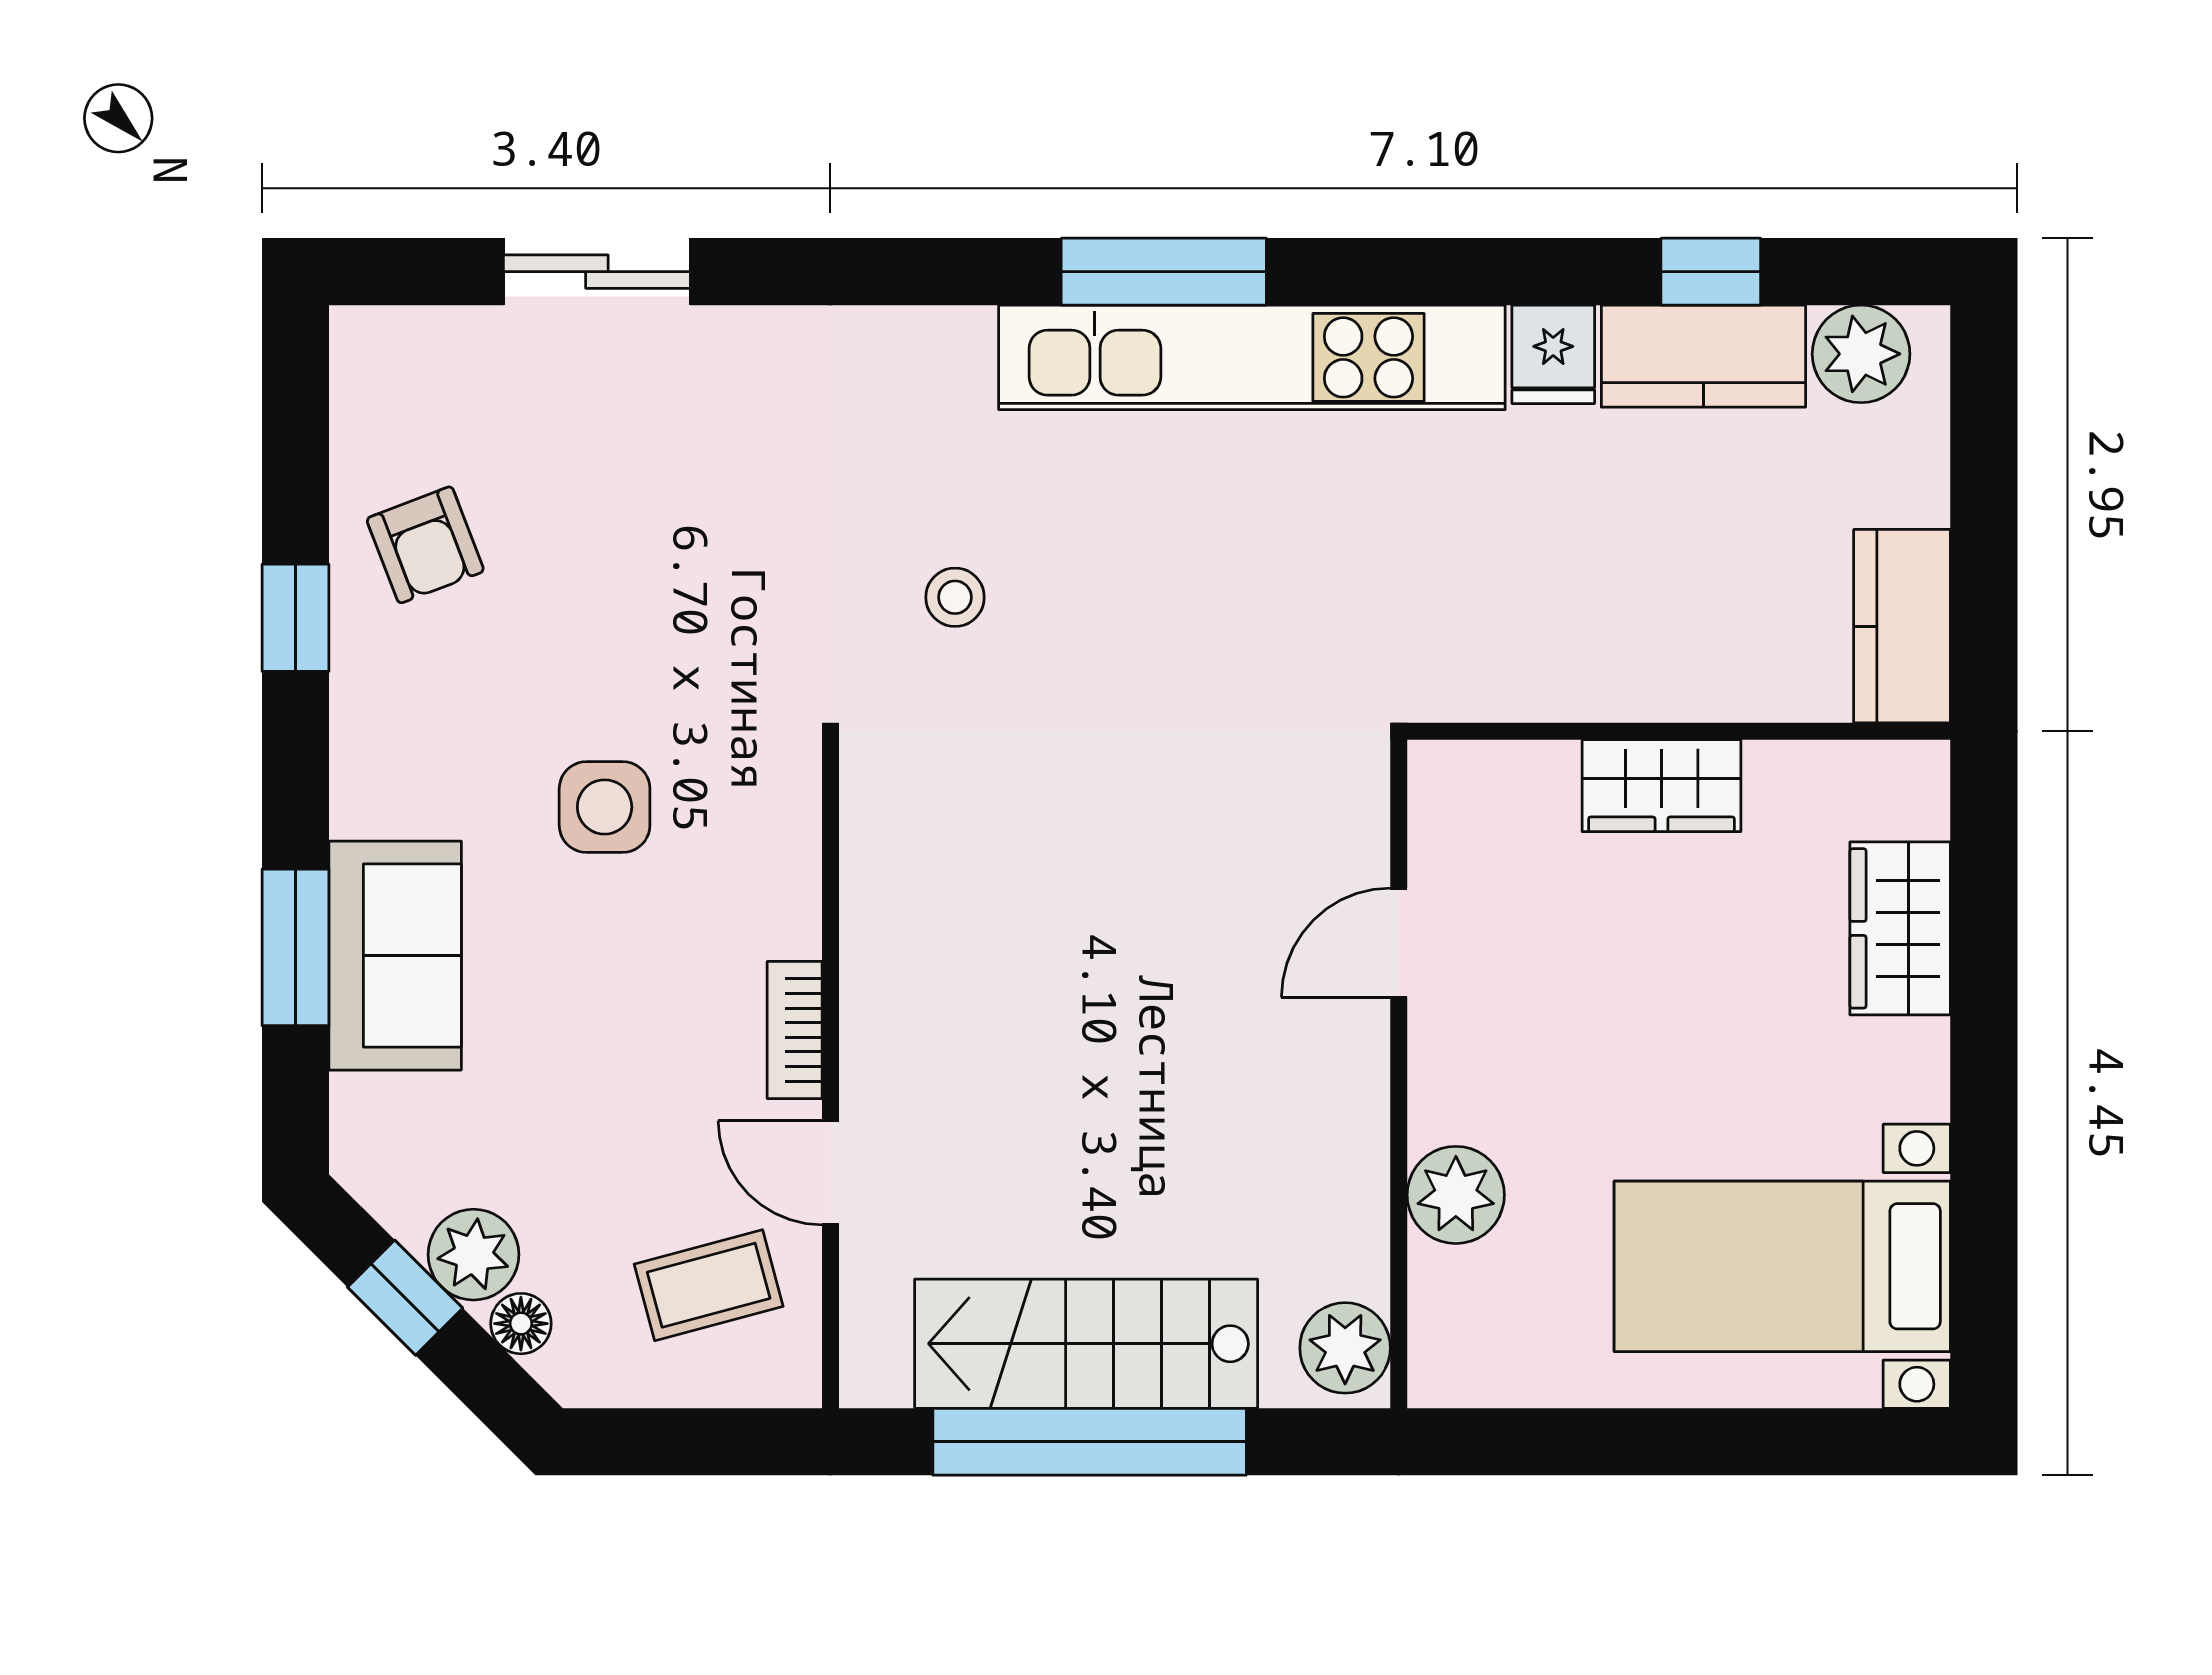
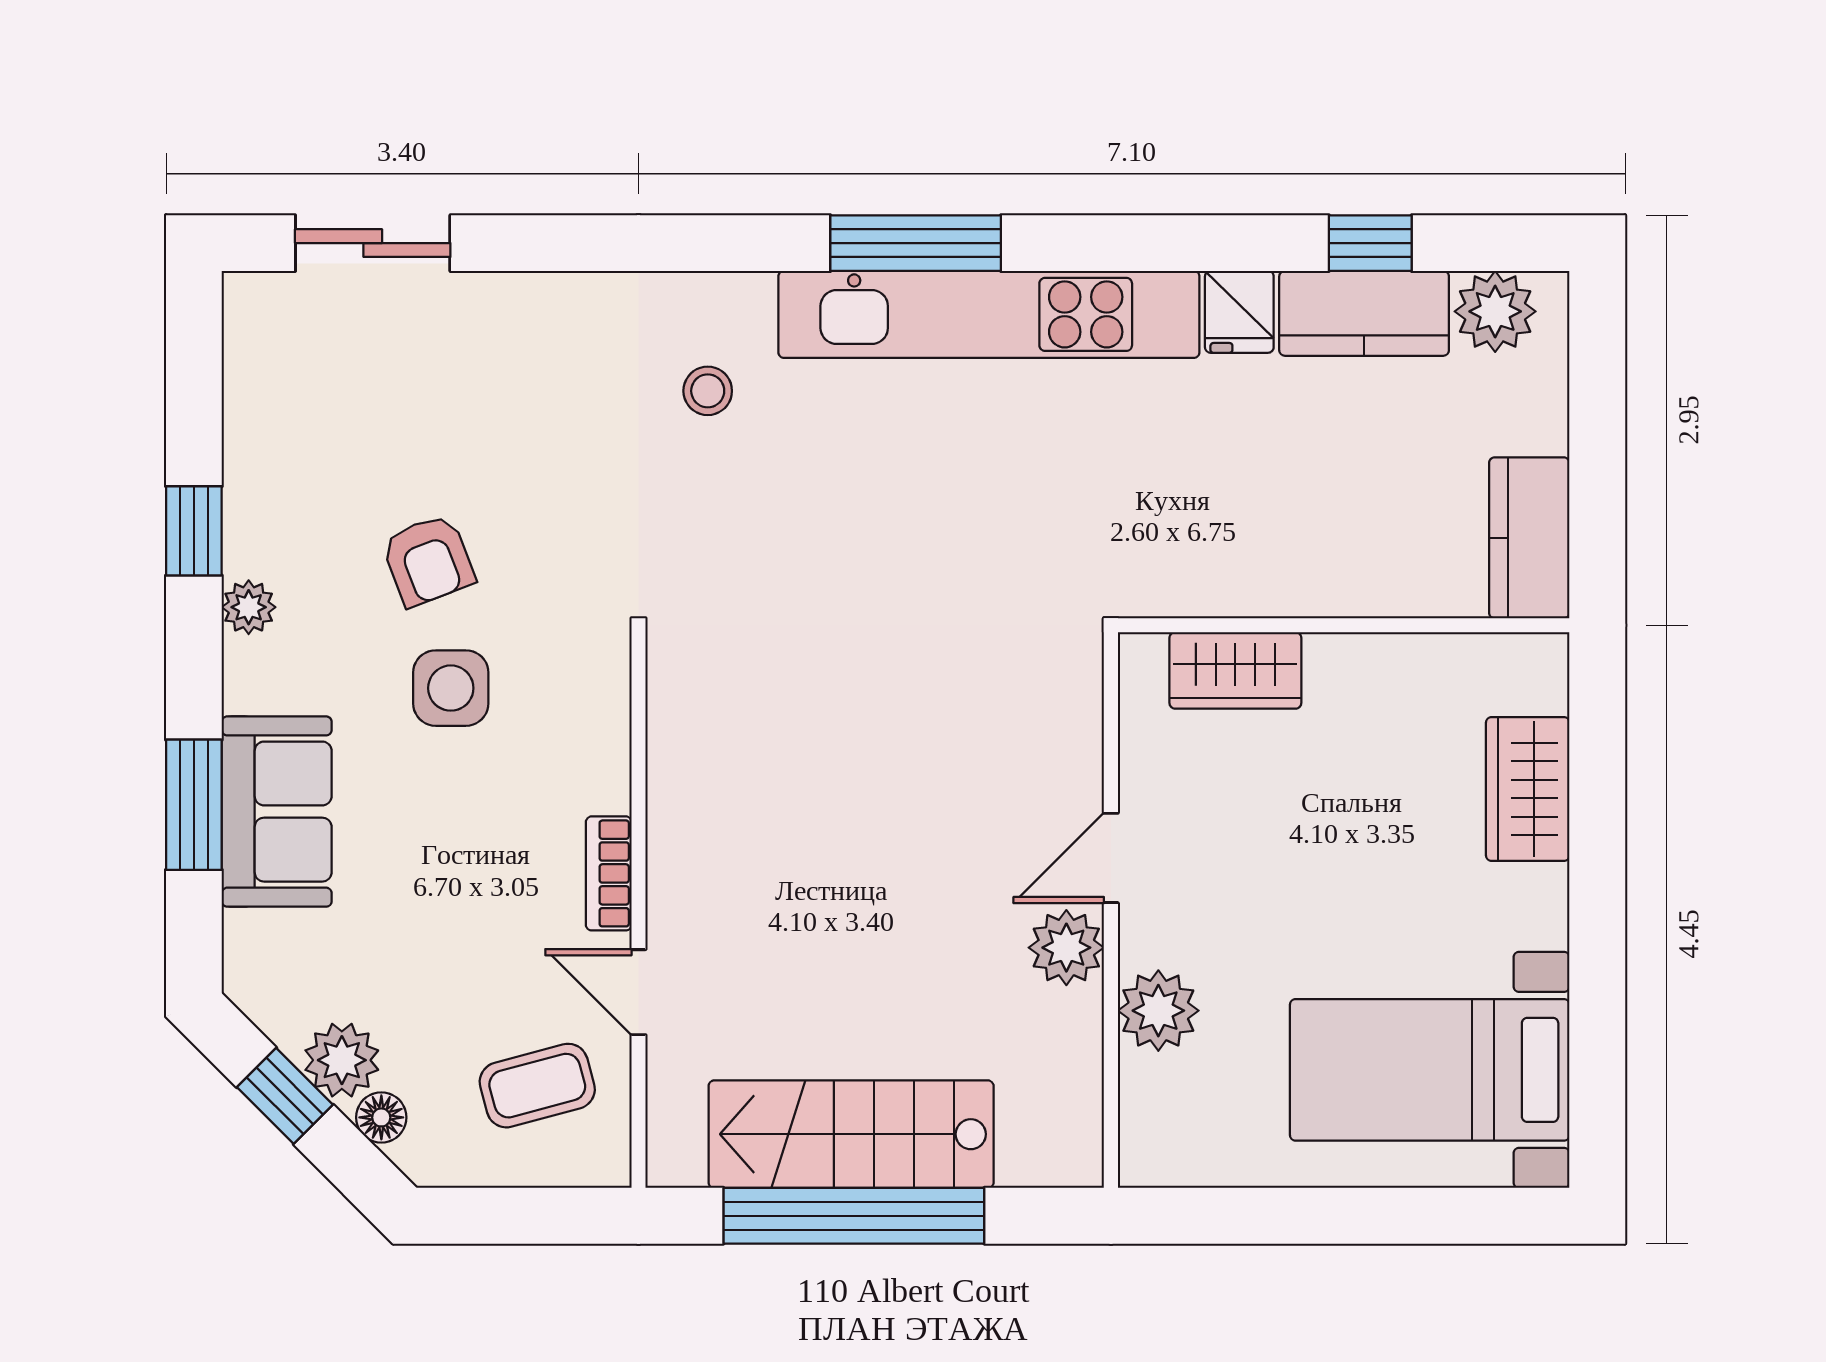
sliding door: (597, 272) -> (373, 243), moved
armchair: (425, 545) -> (428, 560), moved
stool: (955, 597) -> (708, 391), moved
plant: (361, 710) -> (249, 607), added
wardrobe: (1661, 786) -> (1235, 670), moved
door: (1399, 943) -> (1111, 858), moved
plant: (1345, 1348) -> (1066, 948), moved

